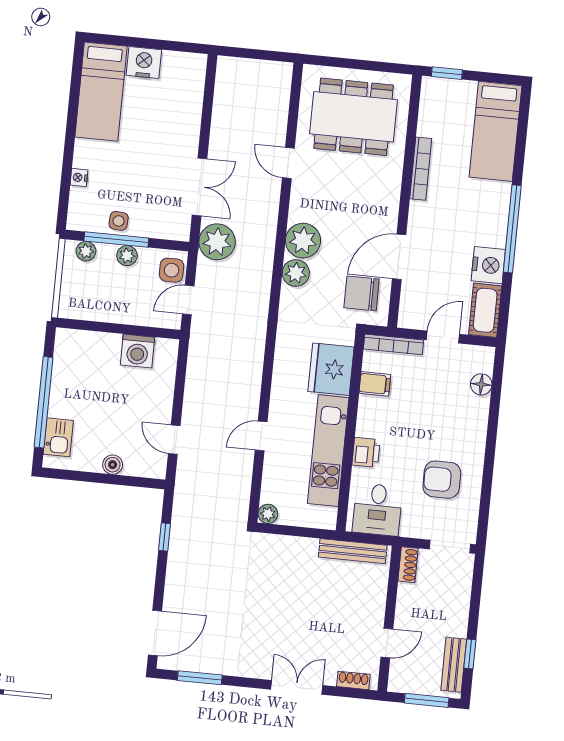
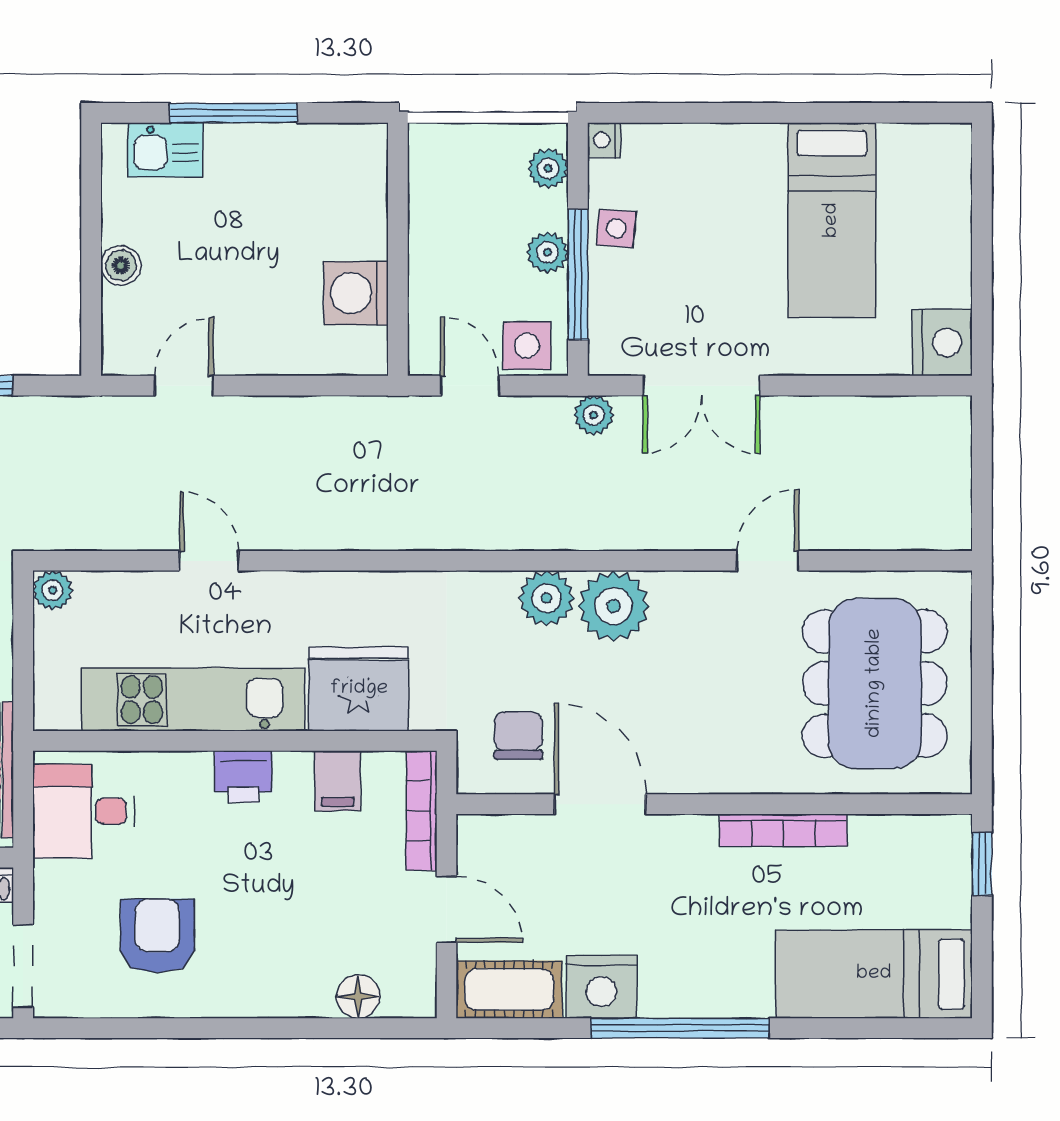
nightstand: (144, 63) -> (942, 343), moved
bed: (101, 92) -> (832, 220), moved, turned -90
nightstand: (79, 177) -> (604, 140), moved, turned -90
window: (116, 240) -> (578, 275), moved
plant: (217, 242) -> (594, 415), width x0.53, depth x0.53
chair: (362, 293) -> (518, 736), width x0.73, depth x0.73
window: (44, 402) -> (233, 113), width x0.68
printer: (366, 452) -> (244, 777), moved

